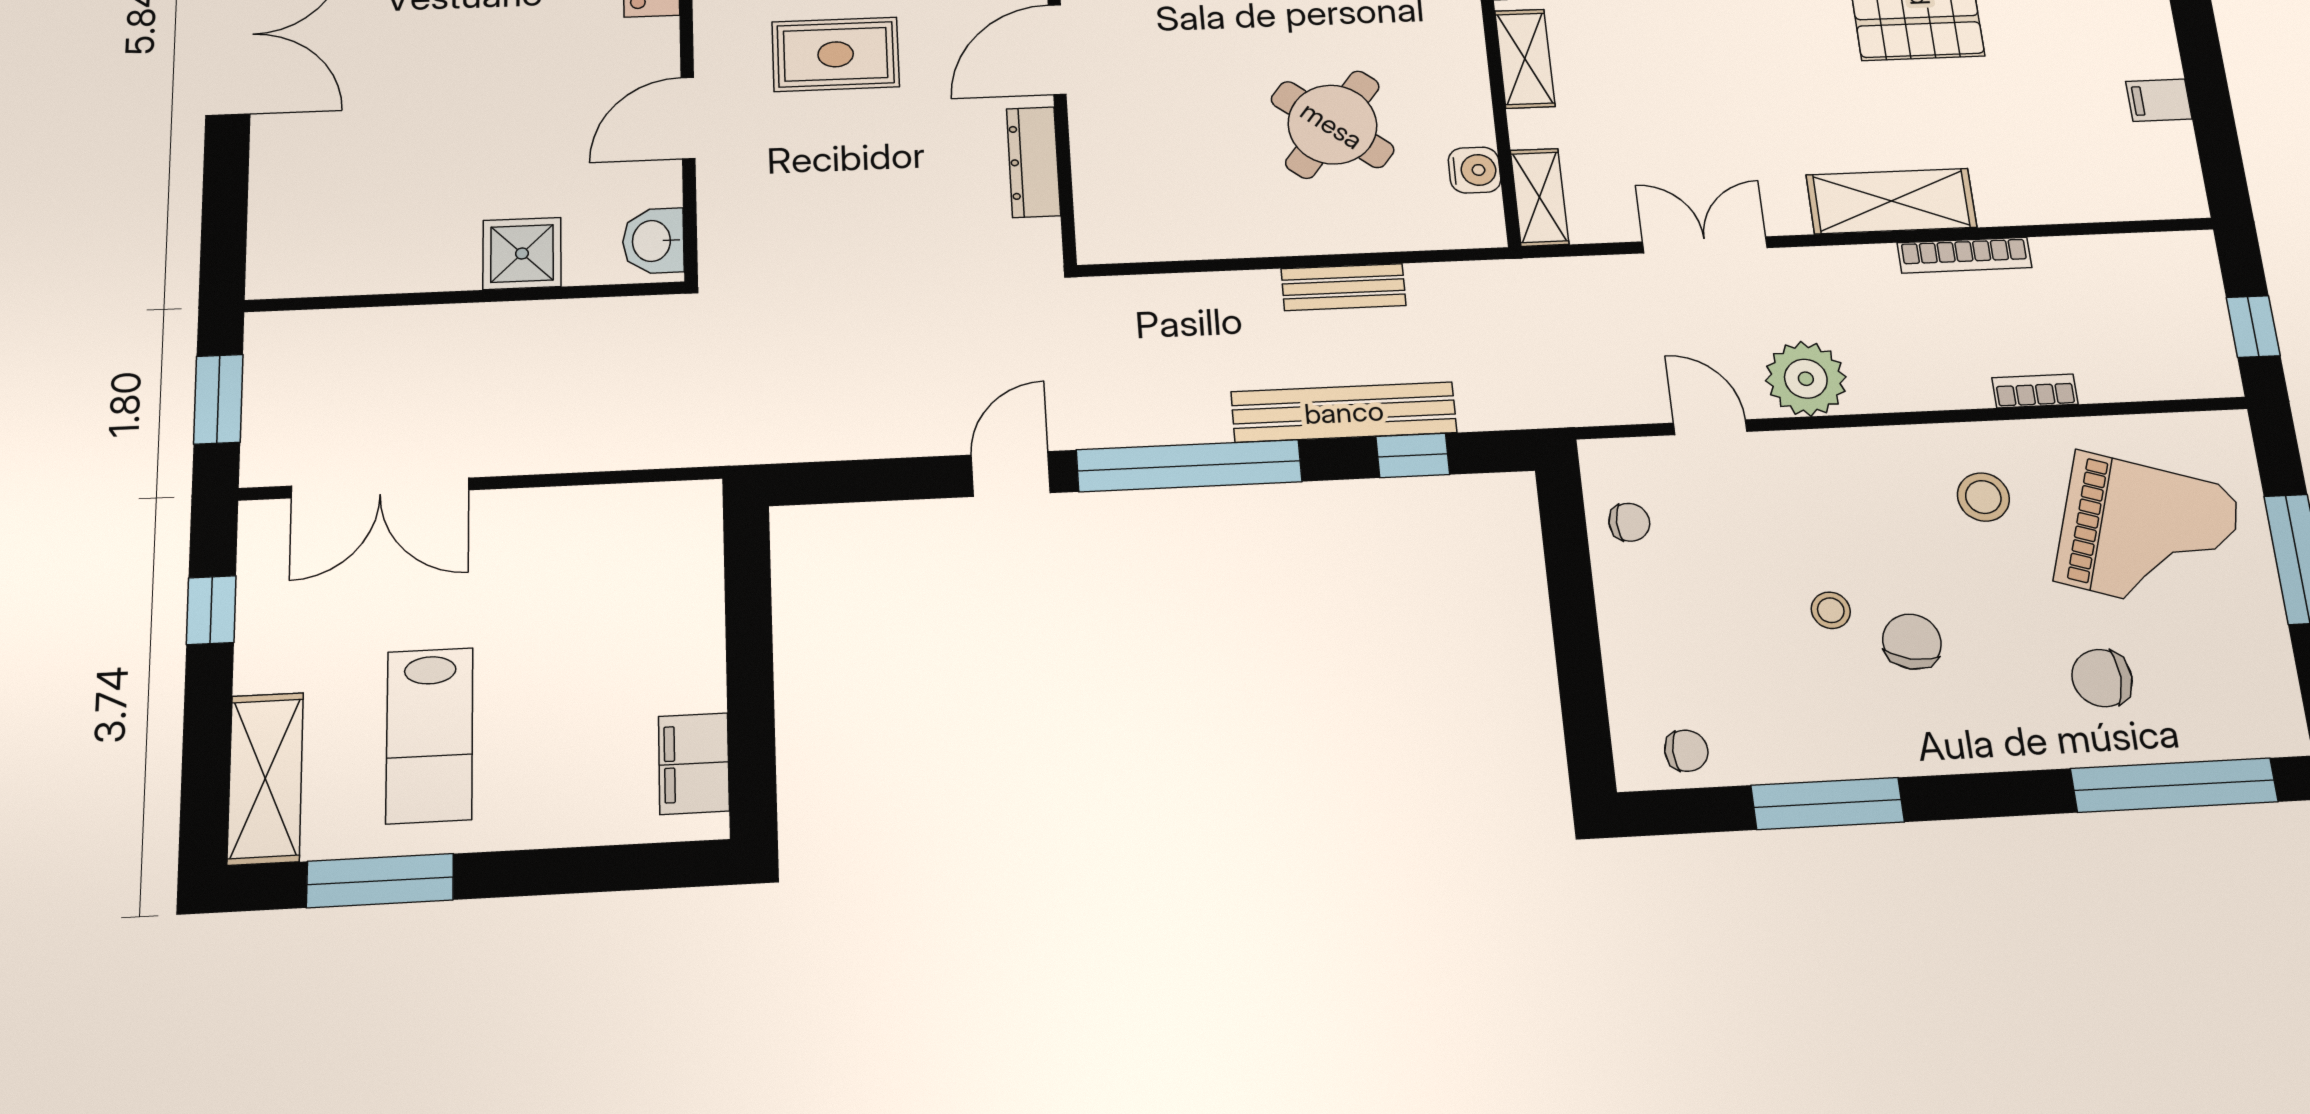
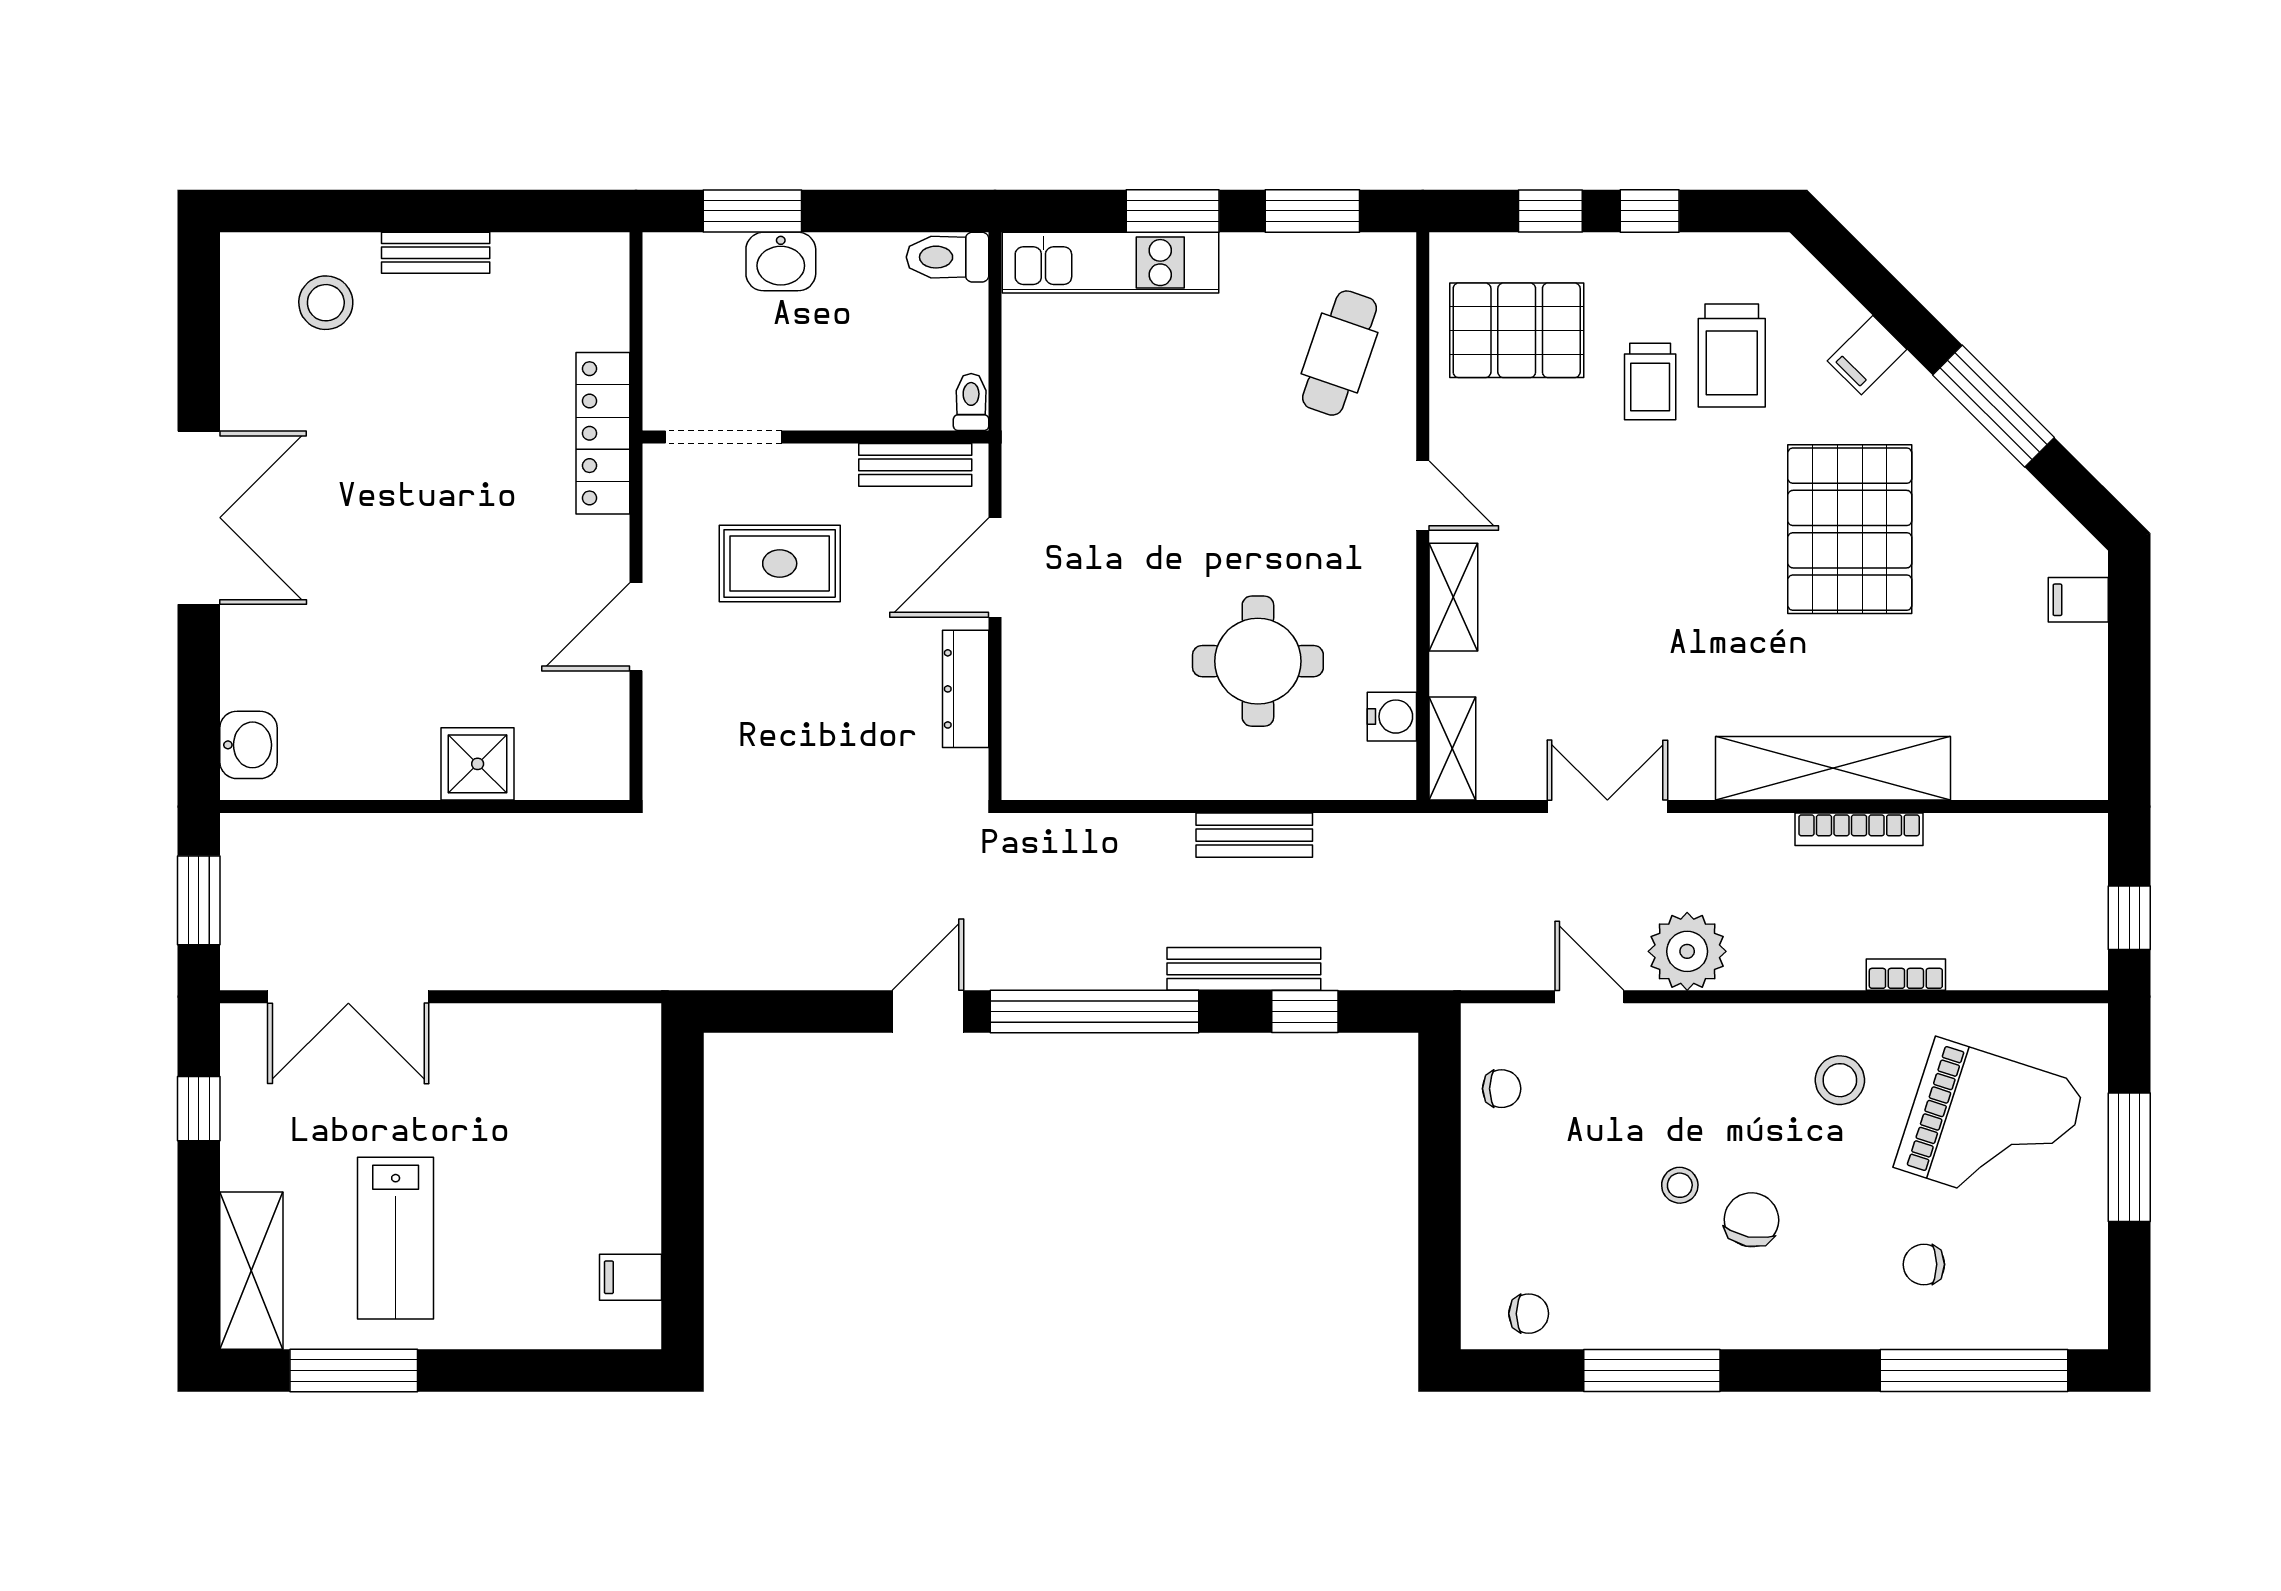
filing cabinet: (2159, 100) -> (2078, 600), moved
round table: (1332, 125) -> (1258, 661), turned -38
shelving: (1891, 201) -> (1833, 768), width x1.47
washbasin: (653, 241) -> (248, 745), moved, turned 180
bench: (1344, 412) -> (1244, 969), width x0.73, depth x0.82
chair: (2102, 678) -> (1924, 1264), width x0.73, depth x0.73
filing cabinet: (694, 764) -> (630, 1277), width x0.50

